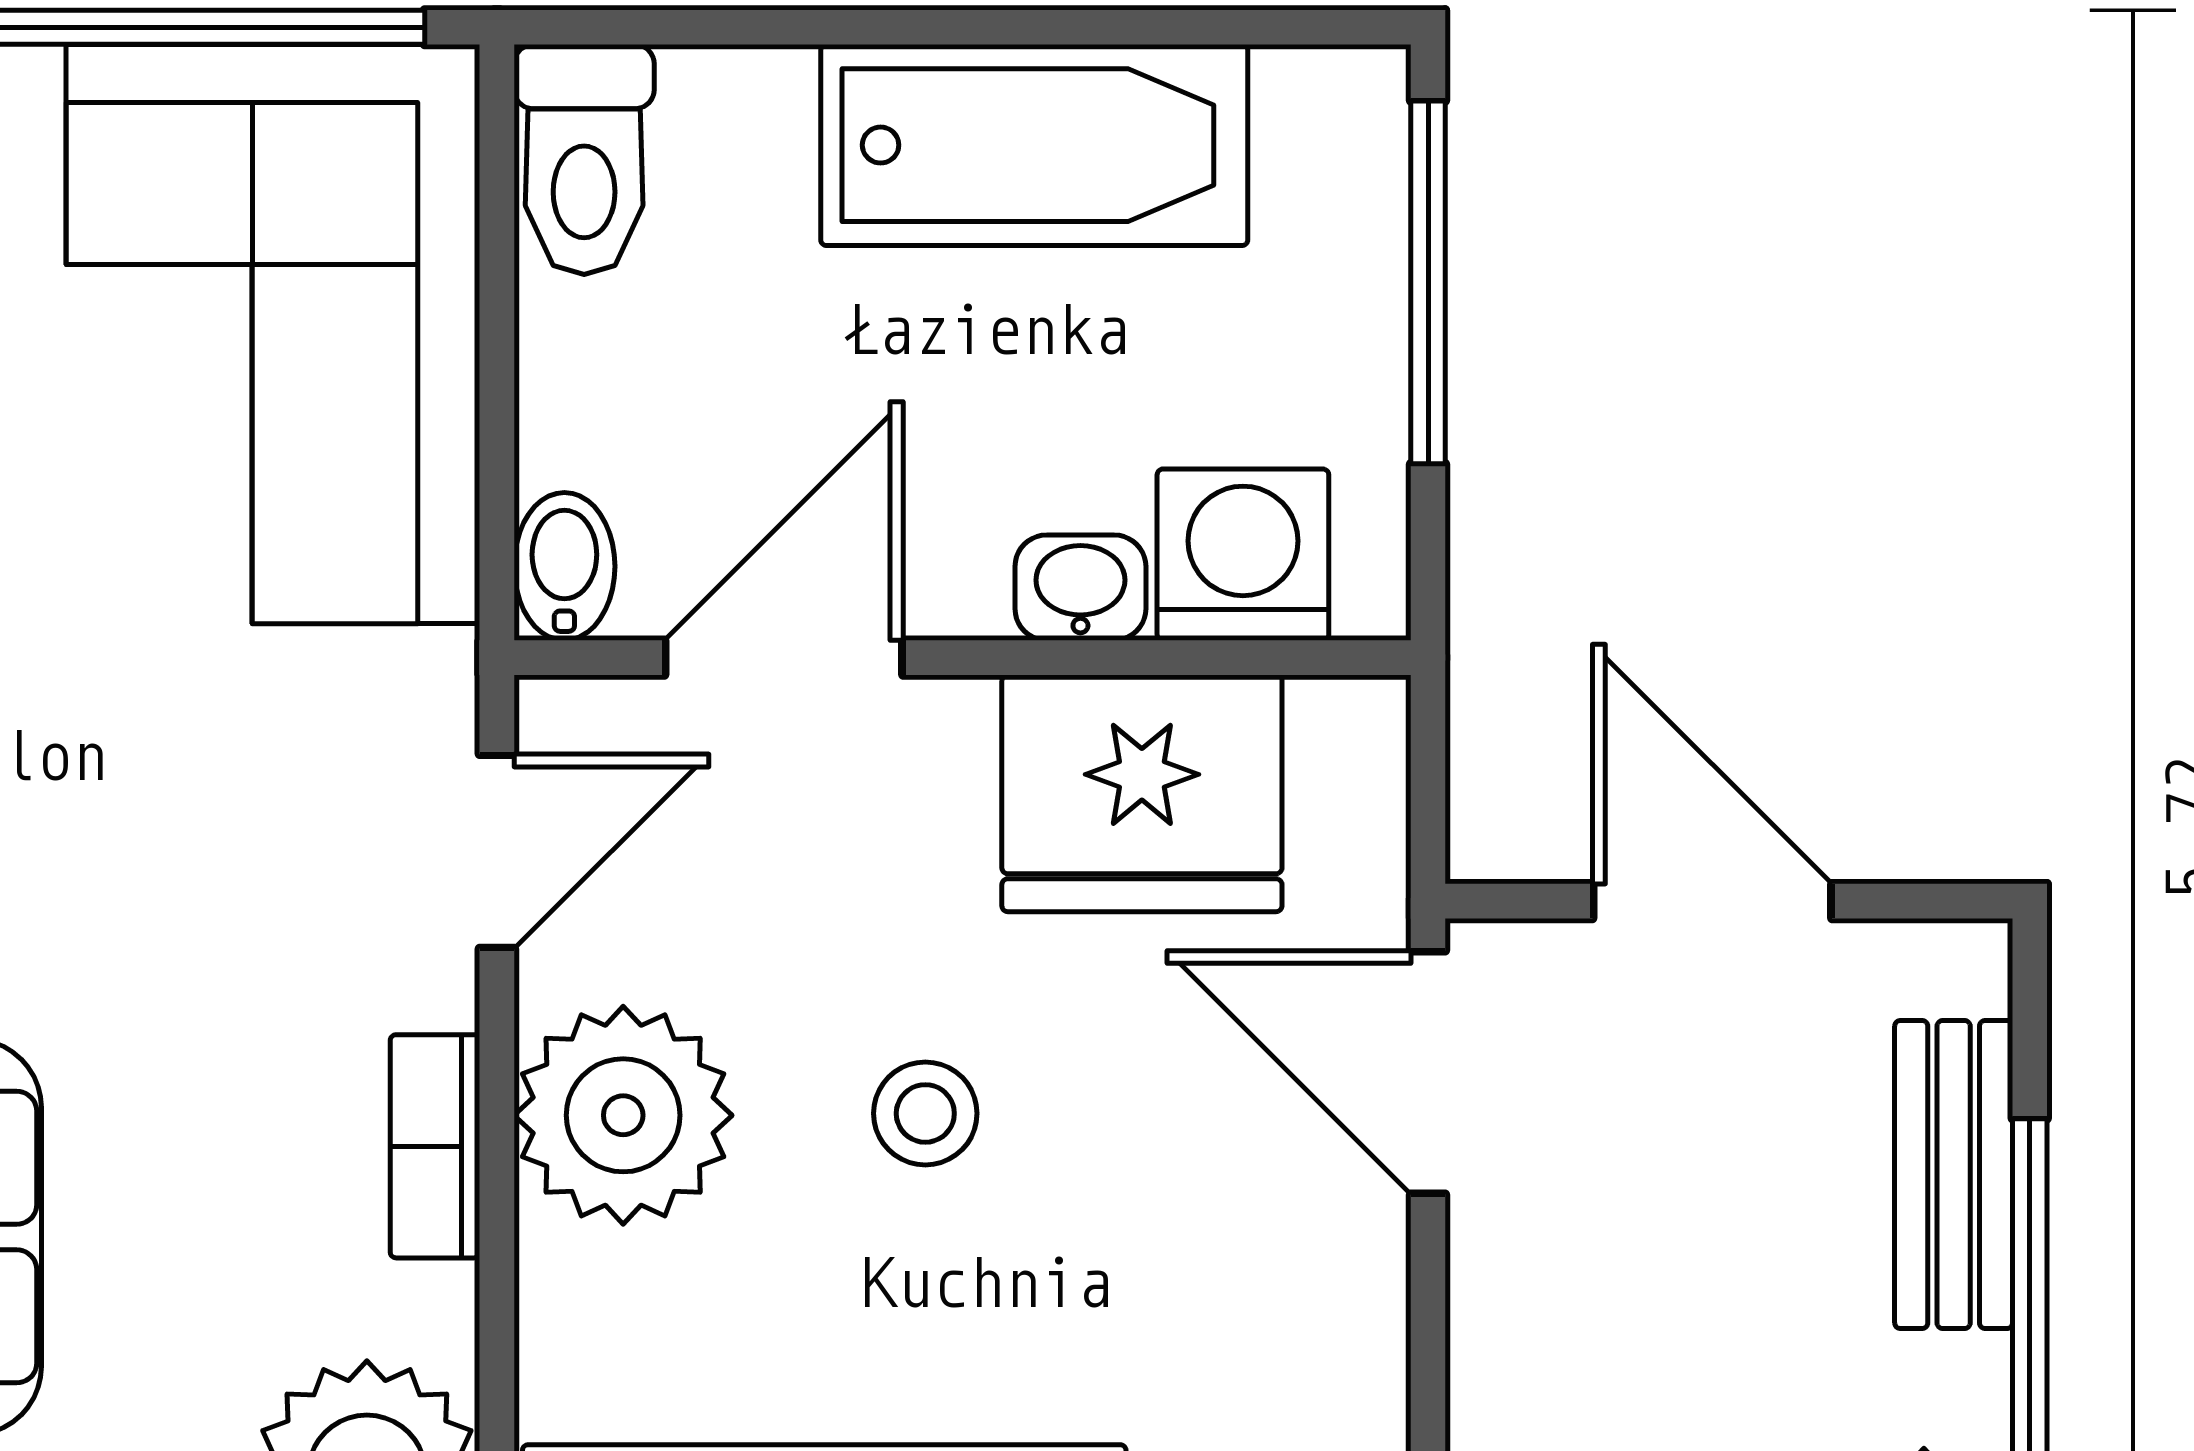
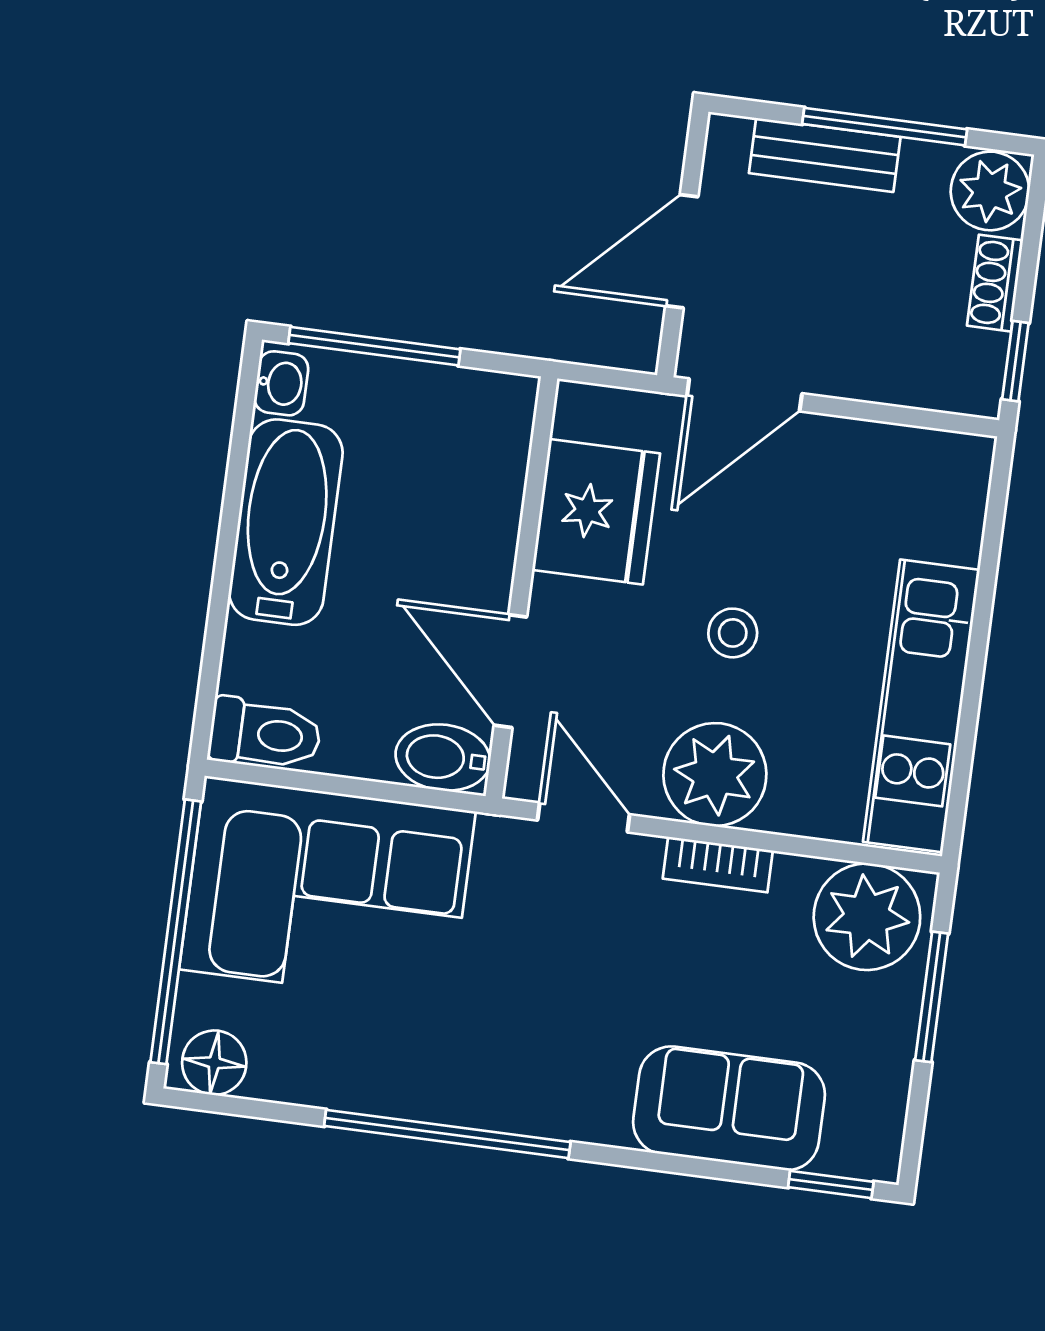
washing machine: (1243, 555) -> (491, 450), removed
bidet: (564, 566) -> (443, 758), width x1.38, depth x1.36
washbasin: (1080, 588) -> (281, 383), moved, turned 180

